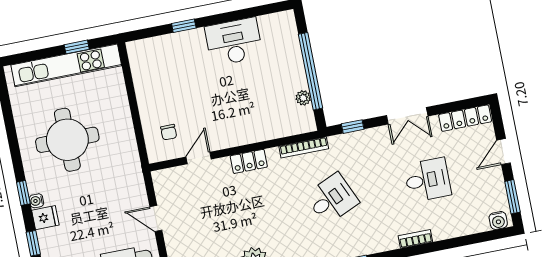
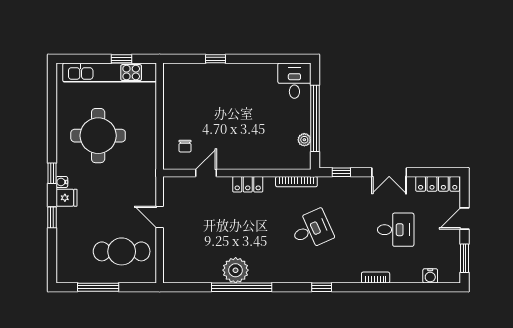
desk: (234, 42) -> (294, 81), moved, width x0.73
water cooler: (498, 220) -> (430, 276), moved

